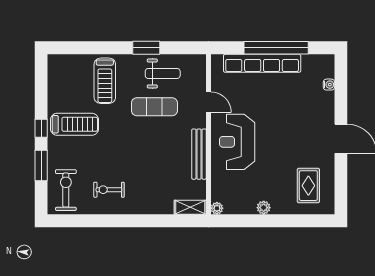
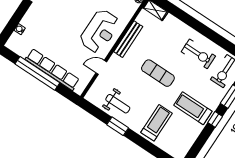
weight bench: (163, 73) -> (118, 104), turned 180
door: (208, 102) -> (101, 67), hinge flipped
exercise mat: (154, 107) -> (158, 73), moved
exercise bike: (109, 190) -> (198, 54), width x1.38, depth x1.39

